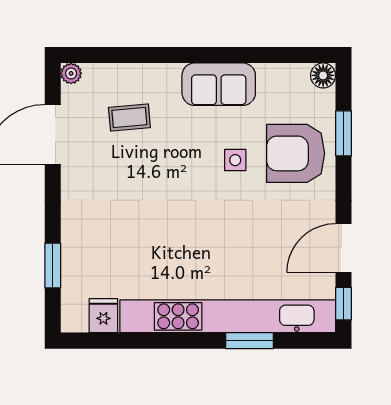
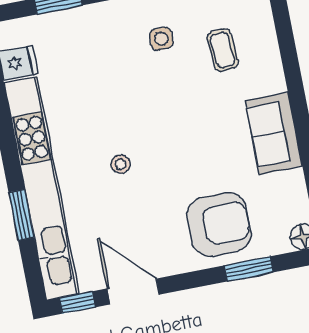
armchair: (296, 153) -> (219, 224), turned 90
side table: (235, 160) -> (161, 39), moved
stool: (220, 236) -> (120, 164), added

